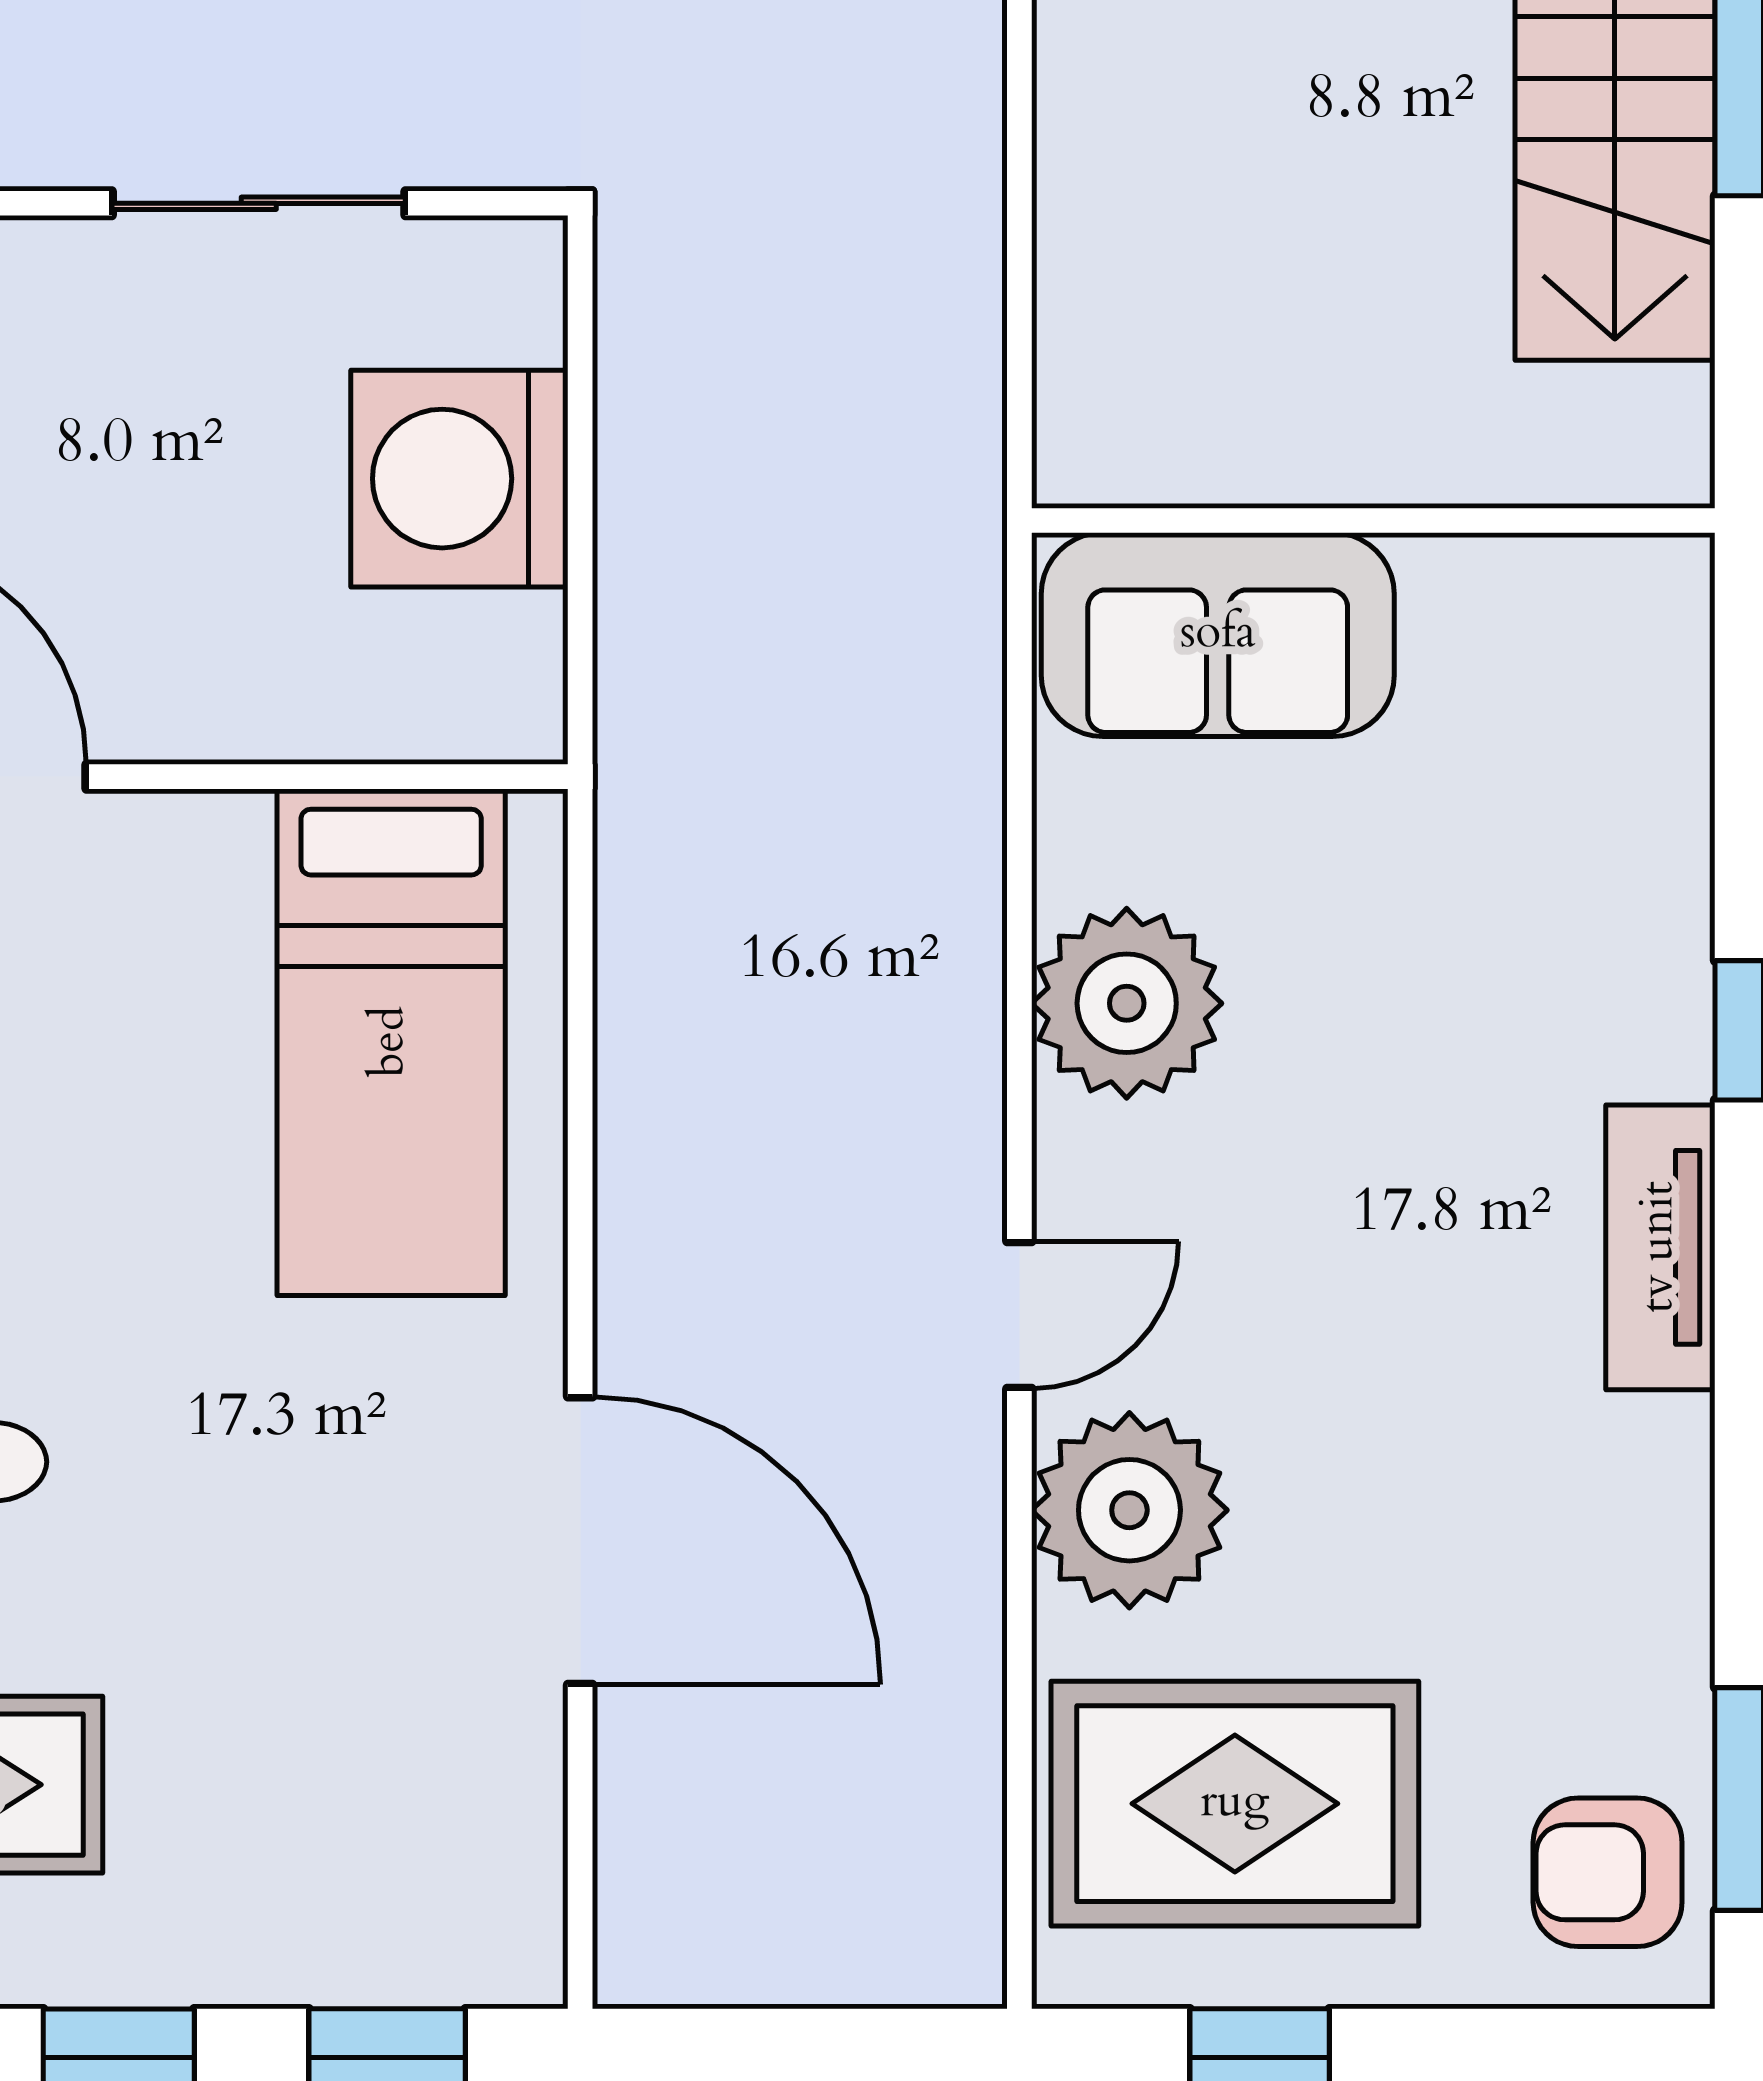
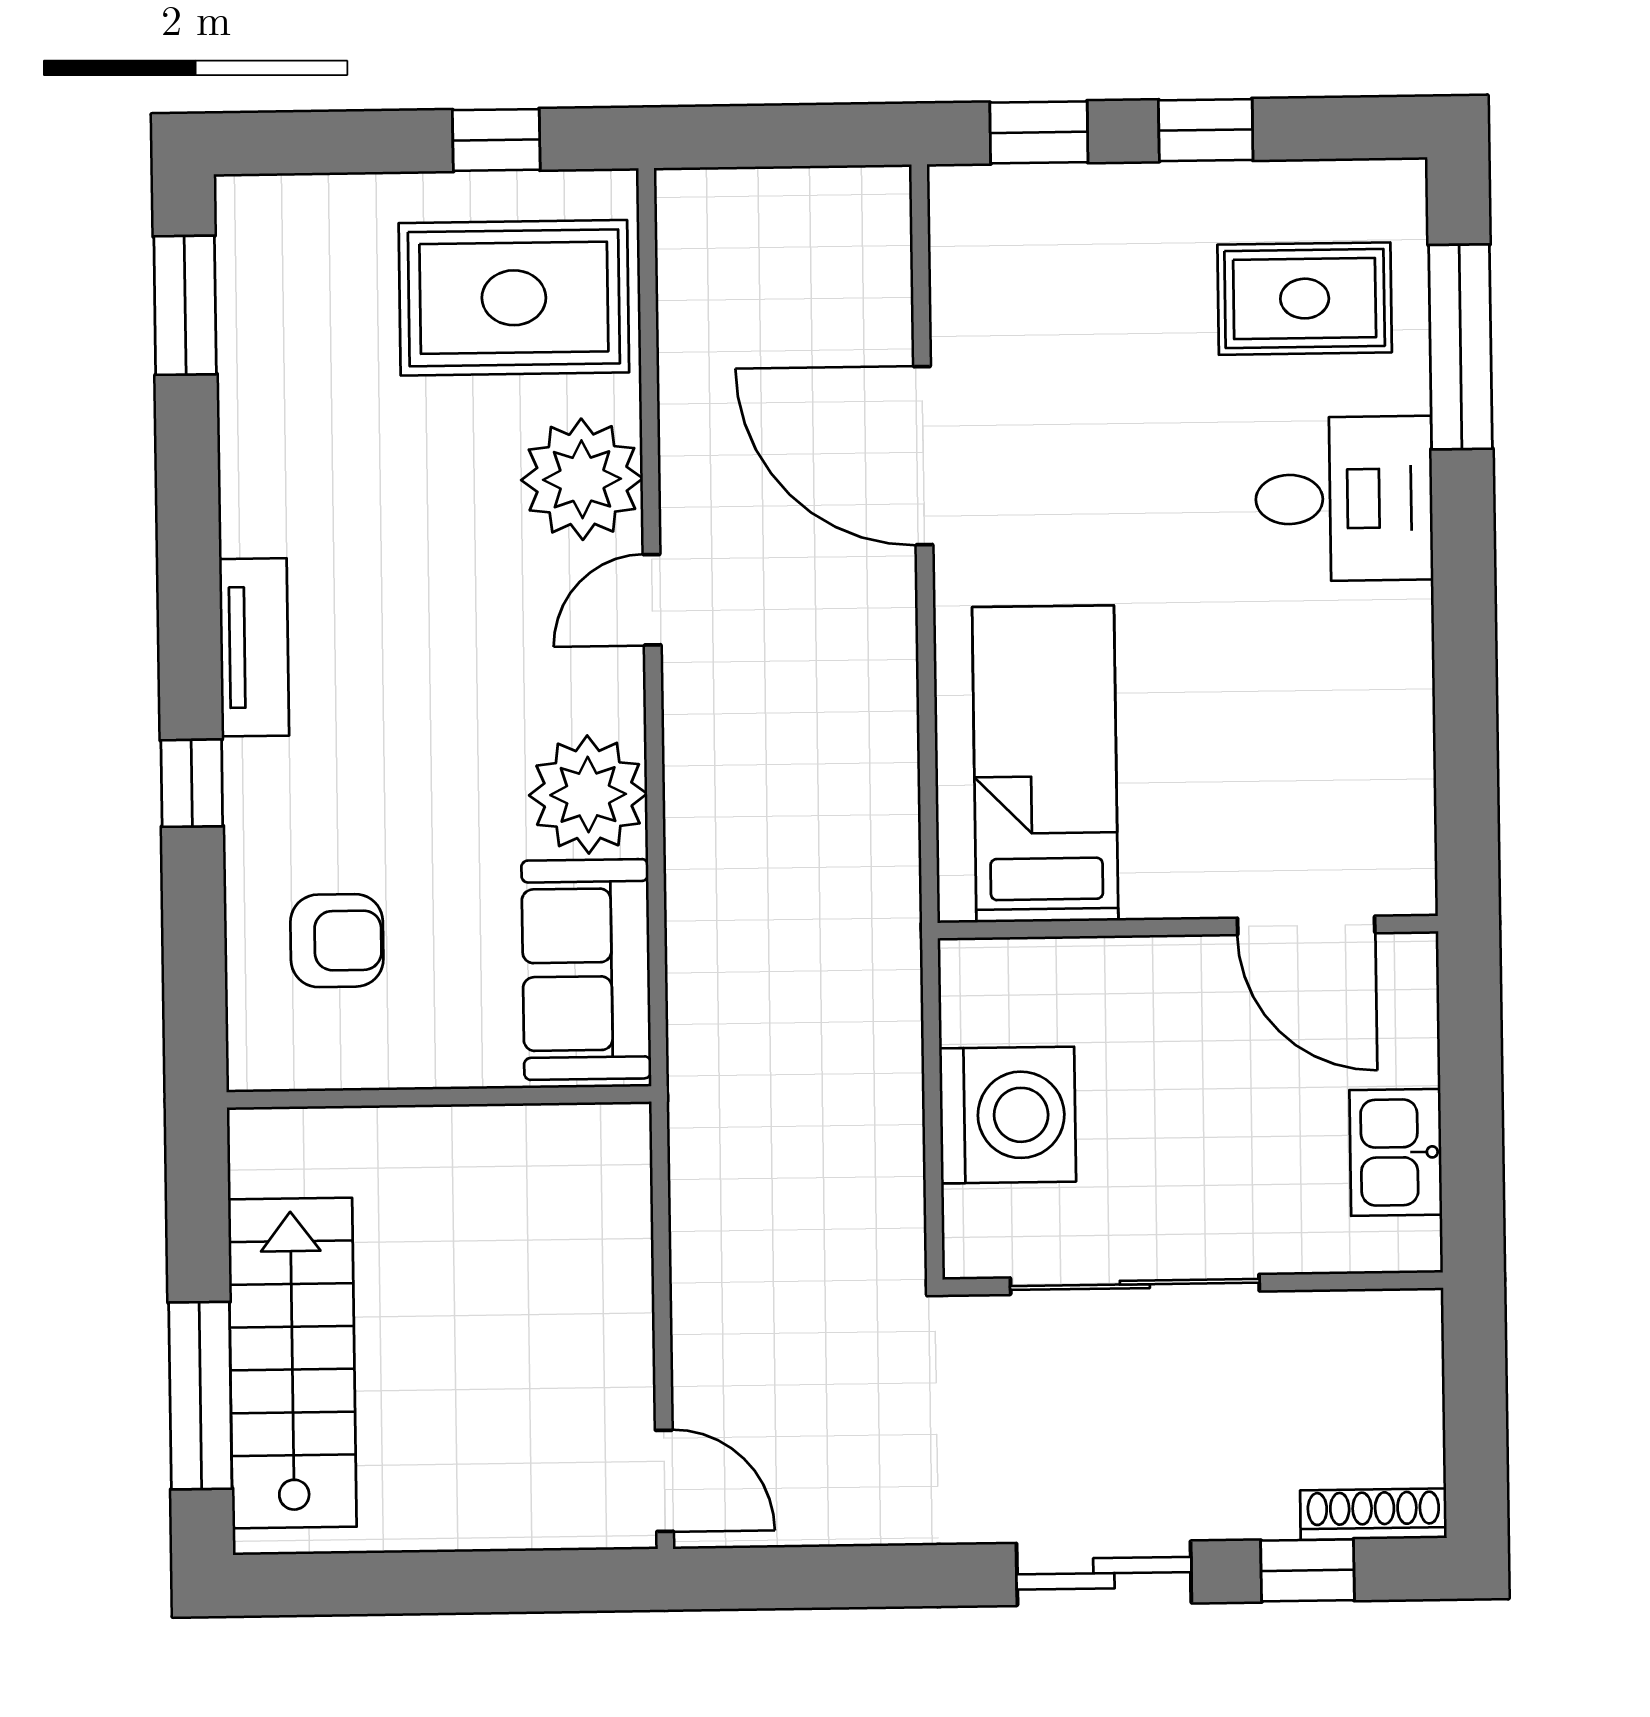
sliding door: (259, 203) -> (1135, 1284), width x1.37
sofa: (1218, 635) -> (586, 969), moved, turned -90
armchair: (1608, 1872) -> (337, 941), moved

